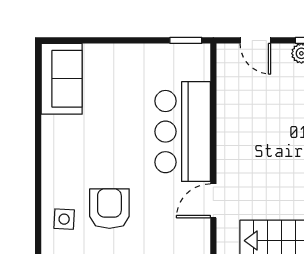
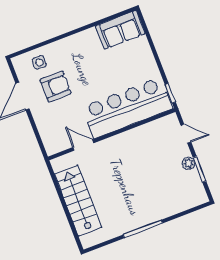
door: (255, 40) -> (186, 134), swing flipped
bar counter: (183, 132) -> (127, 108), width x1.36

